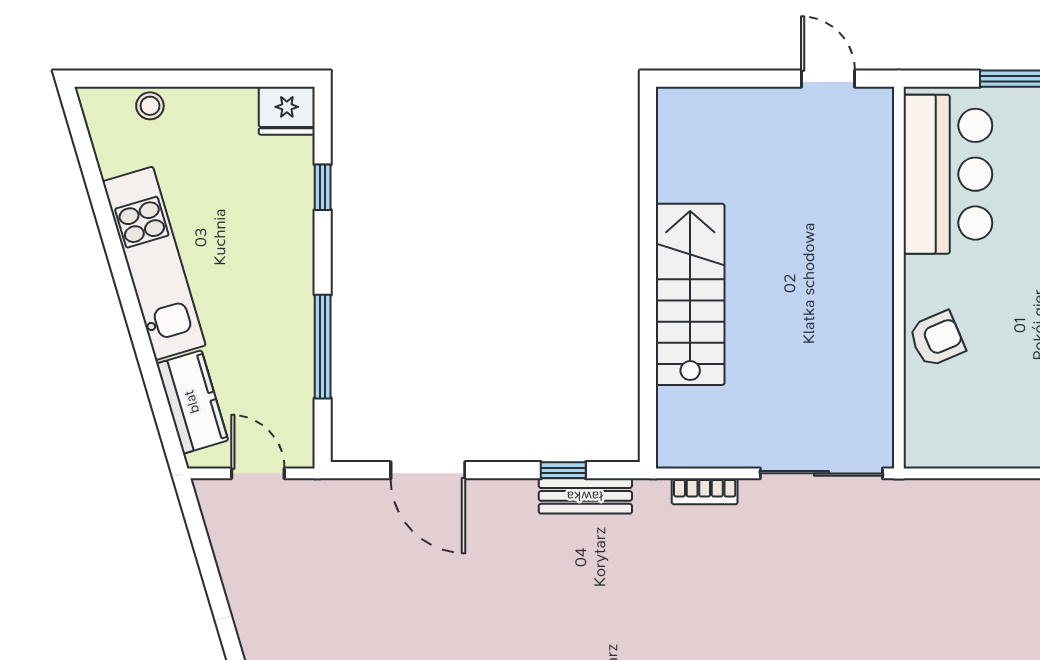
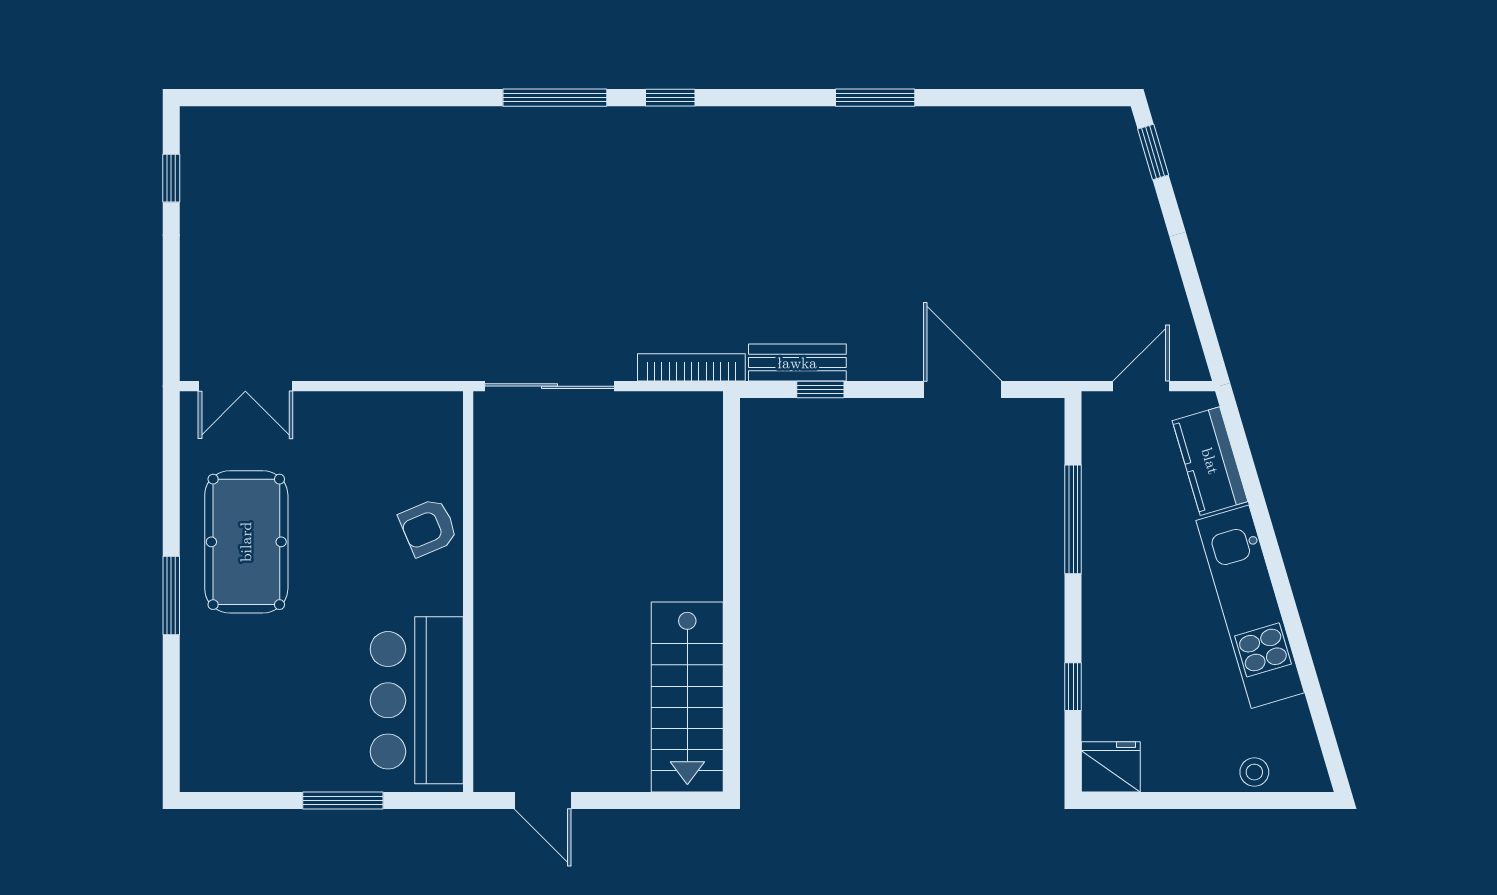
stairs: (690, 294) -> (687, 697), moved
door: (258, 473) -> (1141, 386), swing flipped
bookcase: (705, 491) -> (691, 367), width x1.56

